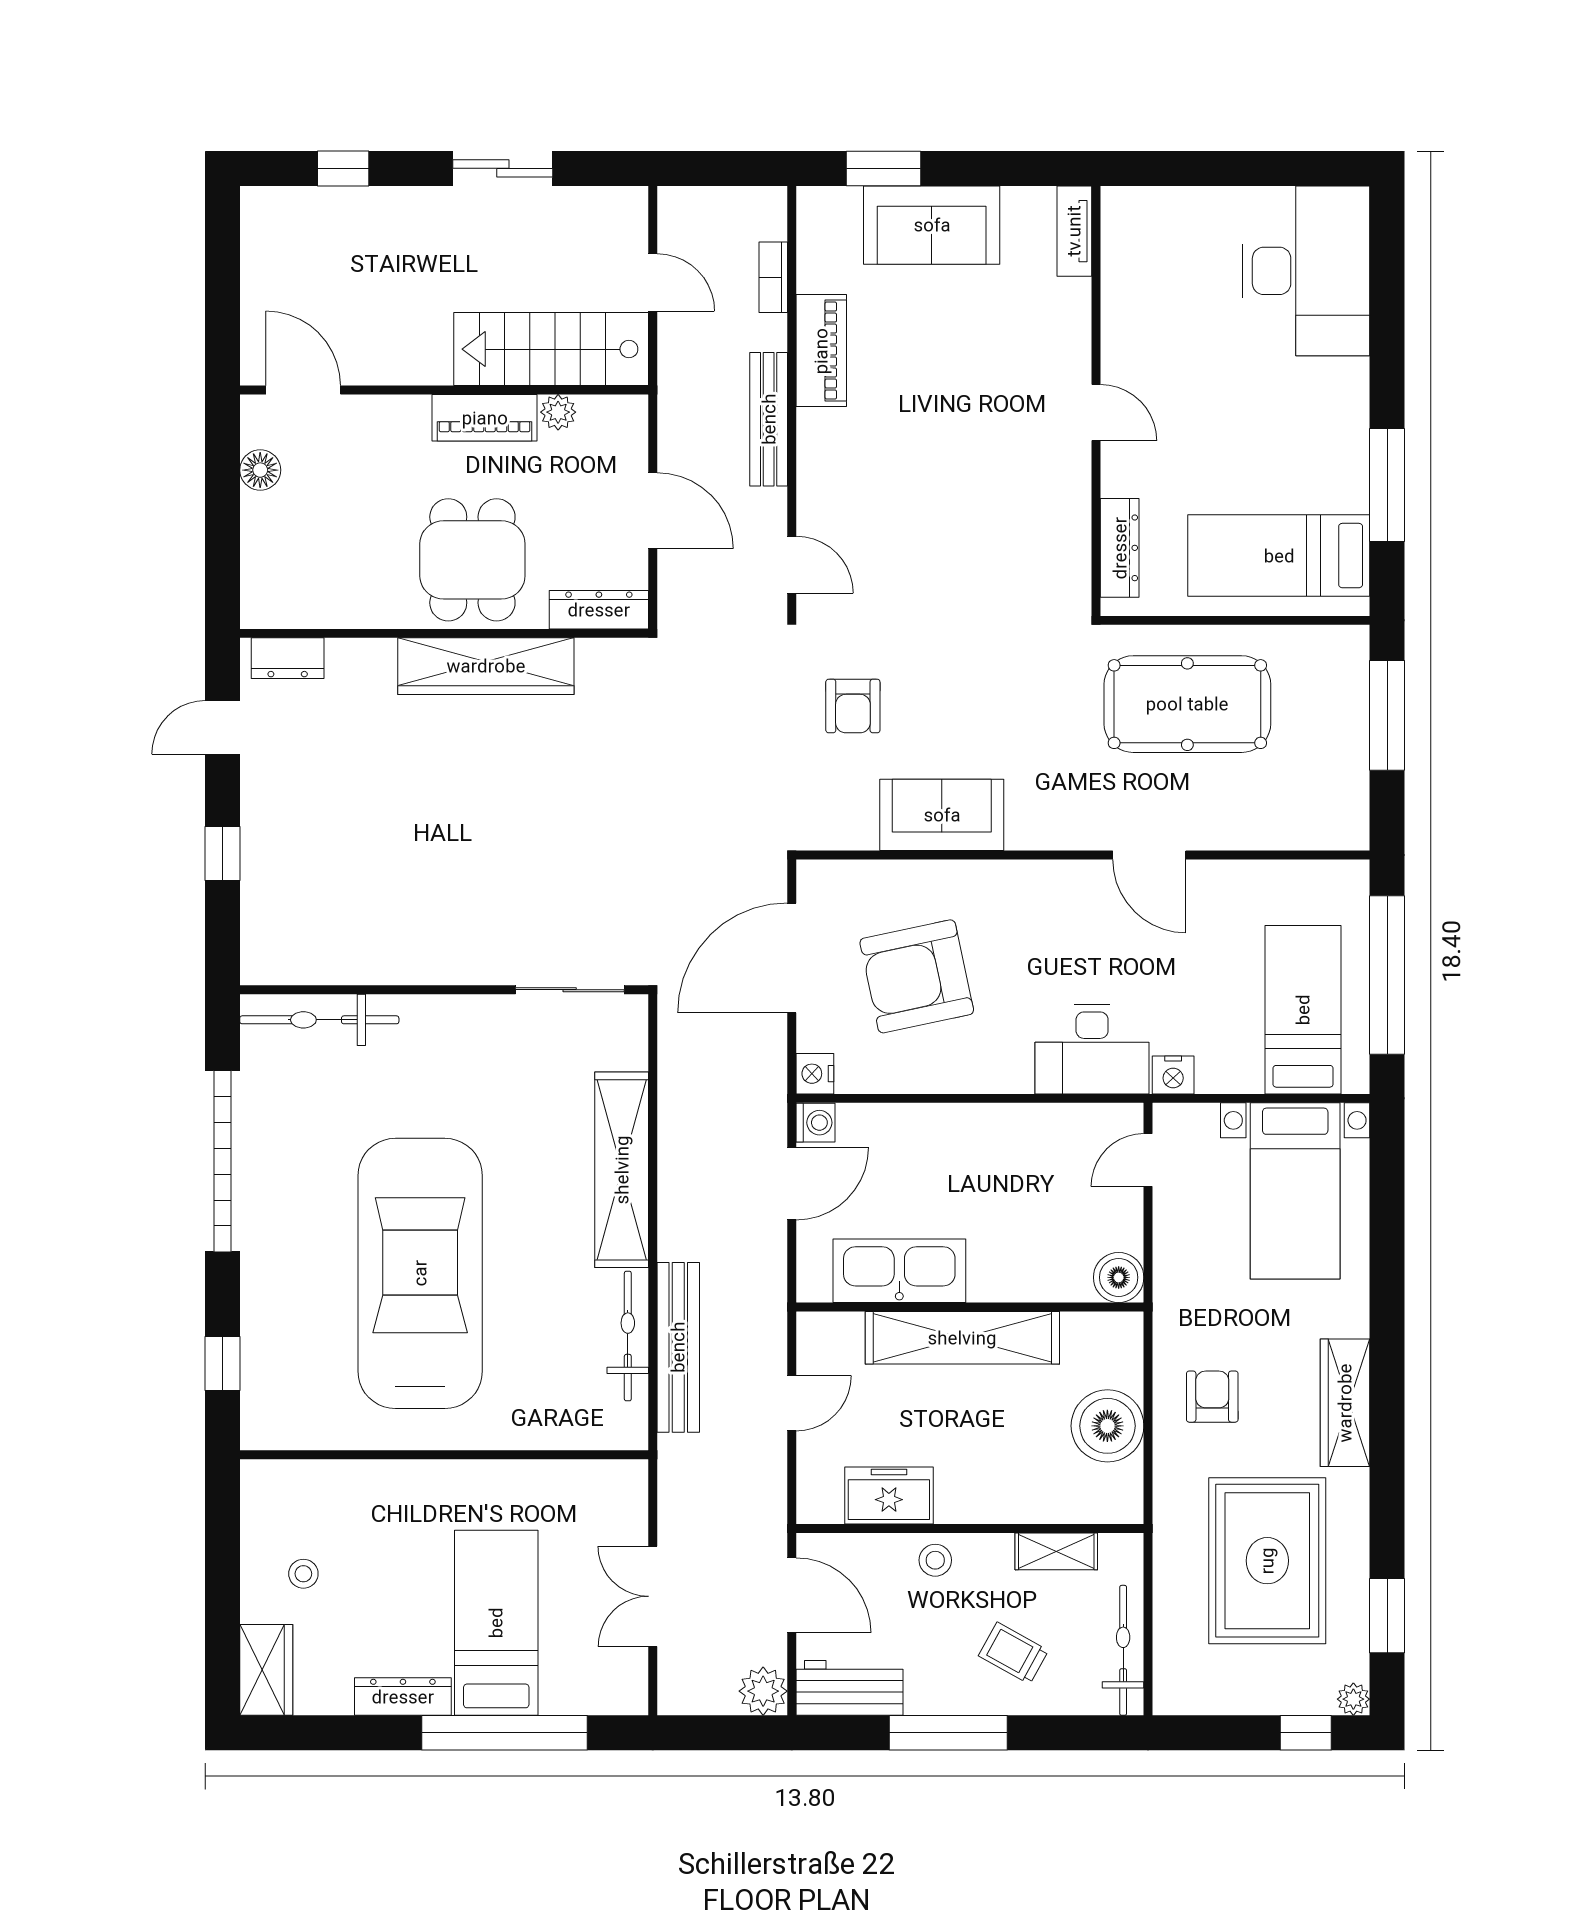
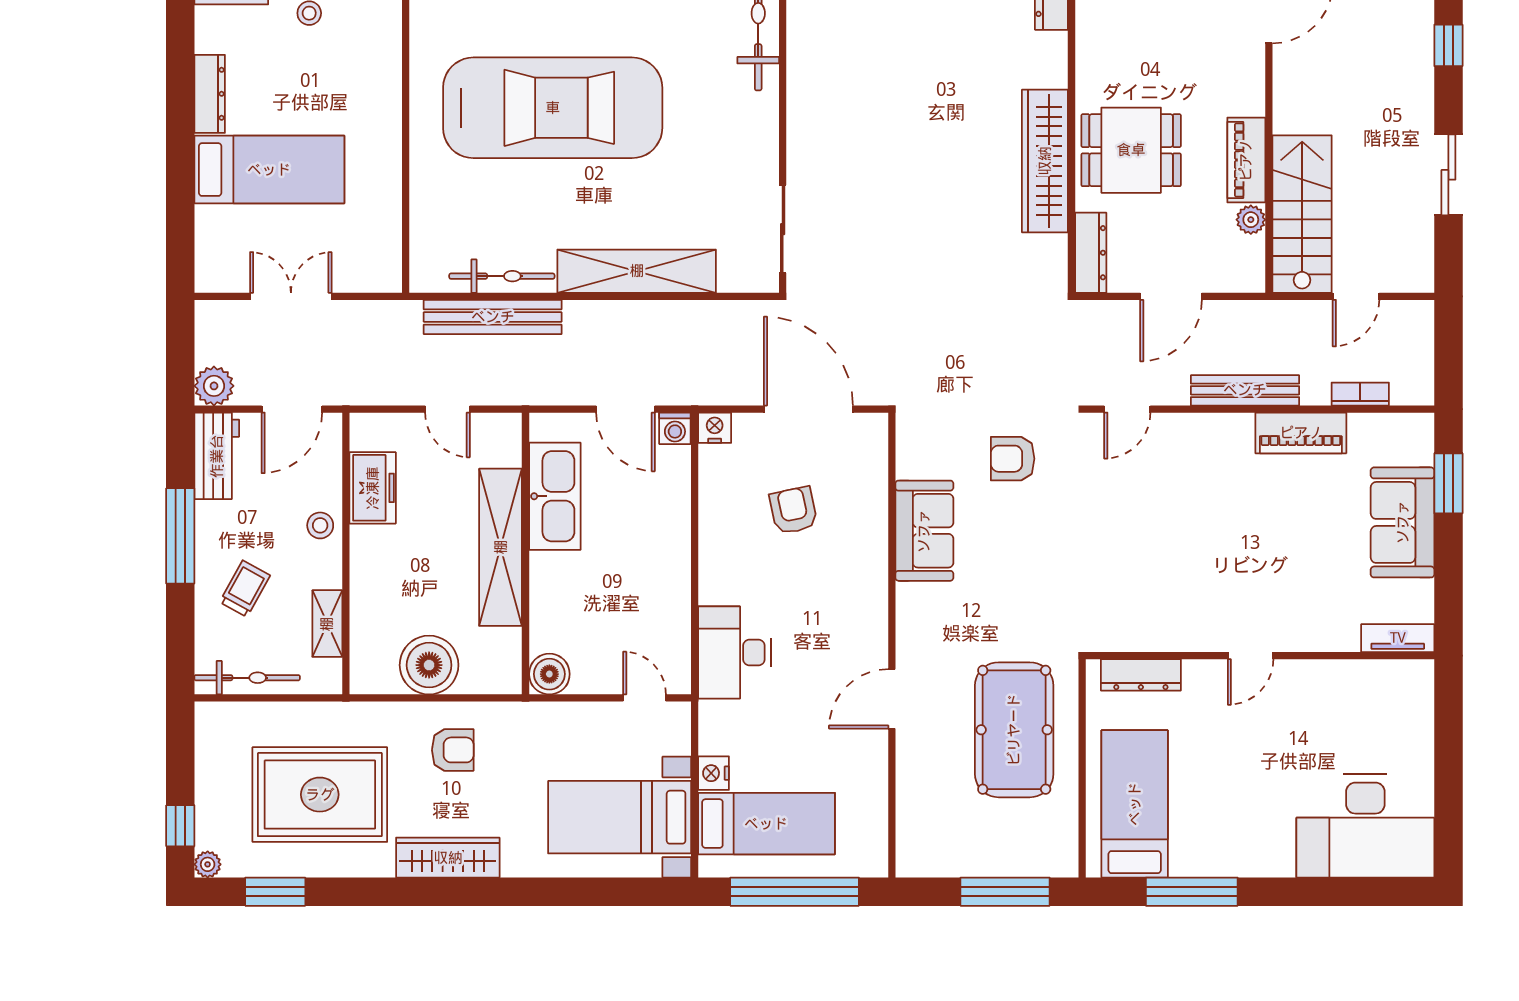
armchair: (917, 976) -> (793, 510), width x0.53, depth x0.53
nightstand: (1173, 1075) -> (714, 773), moved
window: (504, 1733) -> (180, 176), removed

